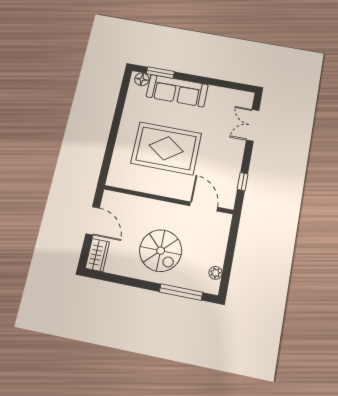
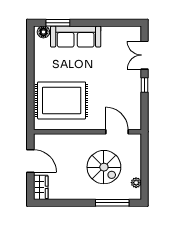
rug: (166, 148) -> (62, 100), moved
window: (243, 182) -> (144, 85), moved
spiral stairs: (161, 251) -> (104, 167), moved

